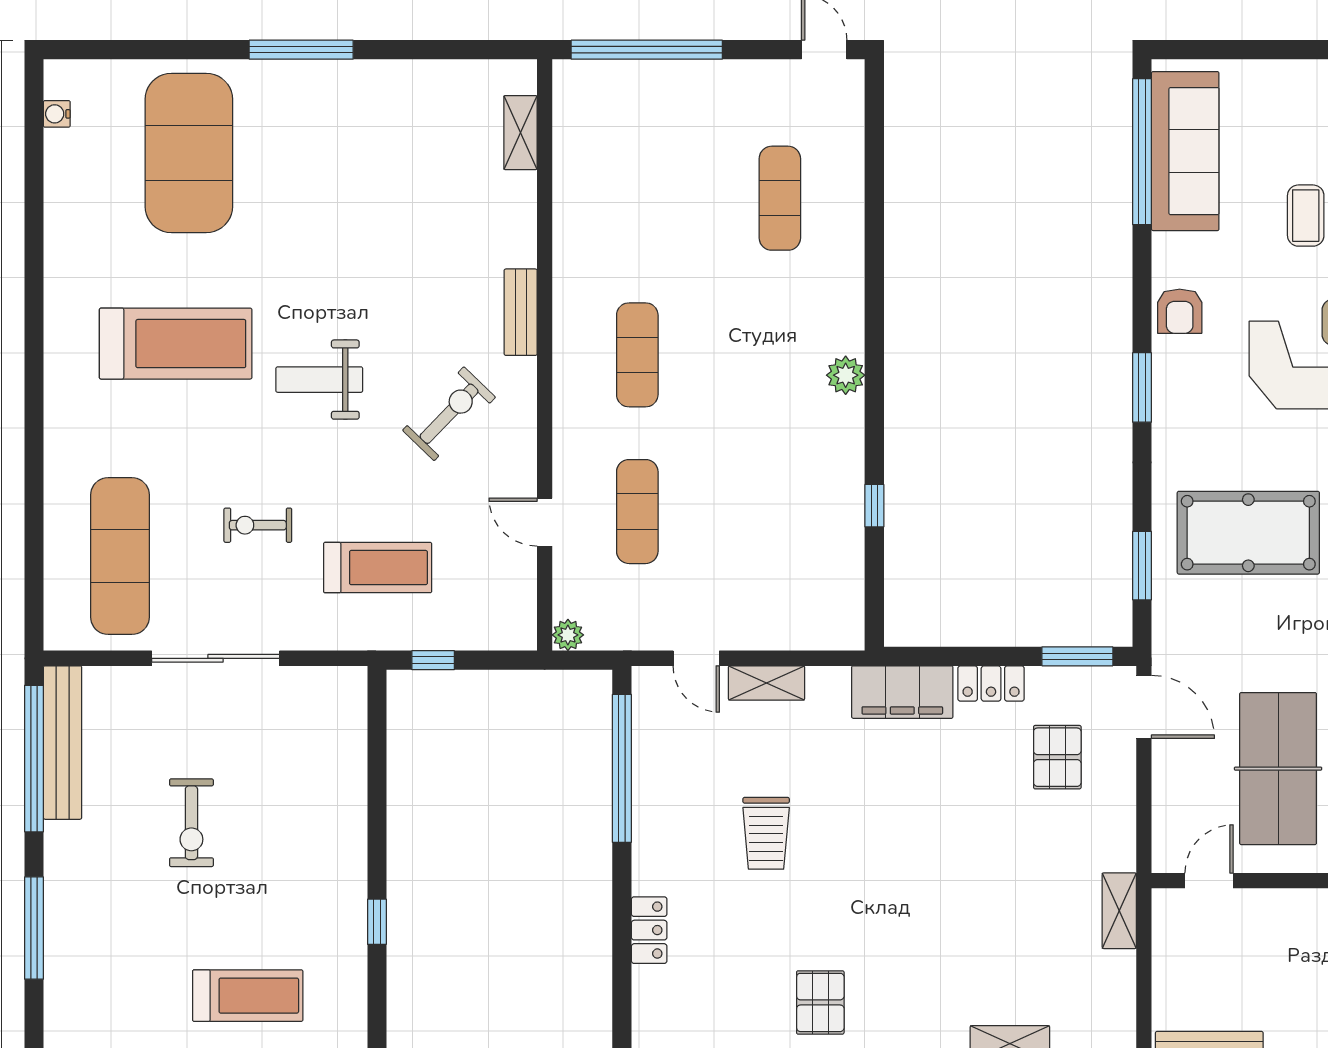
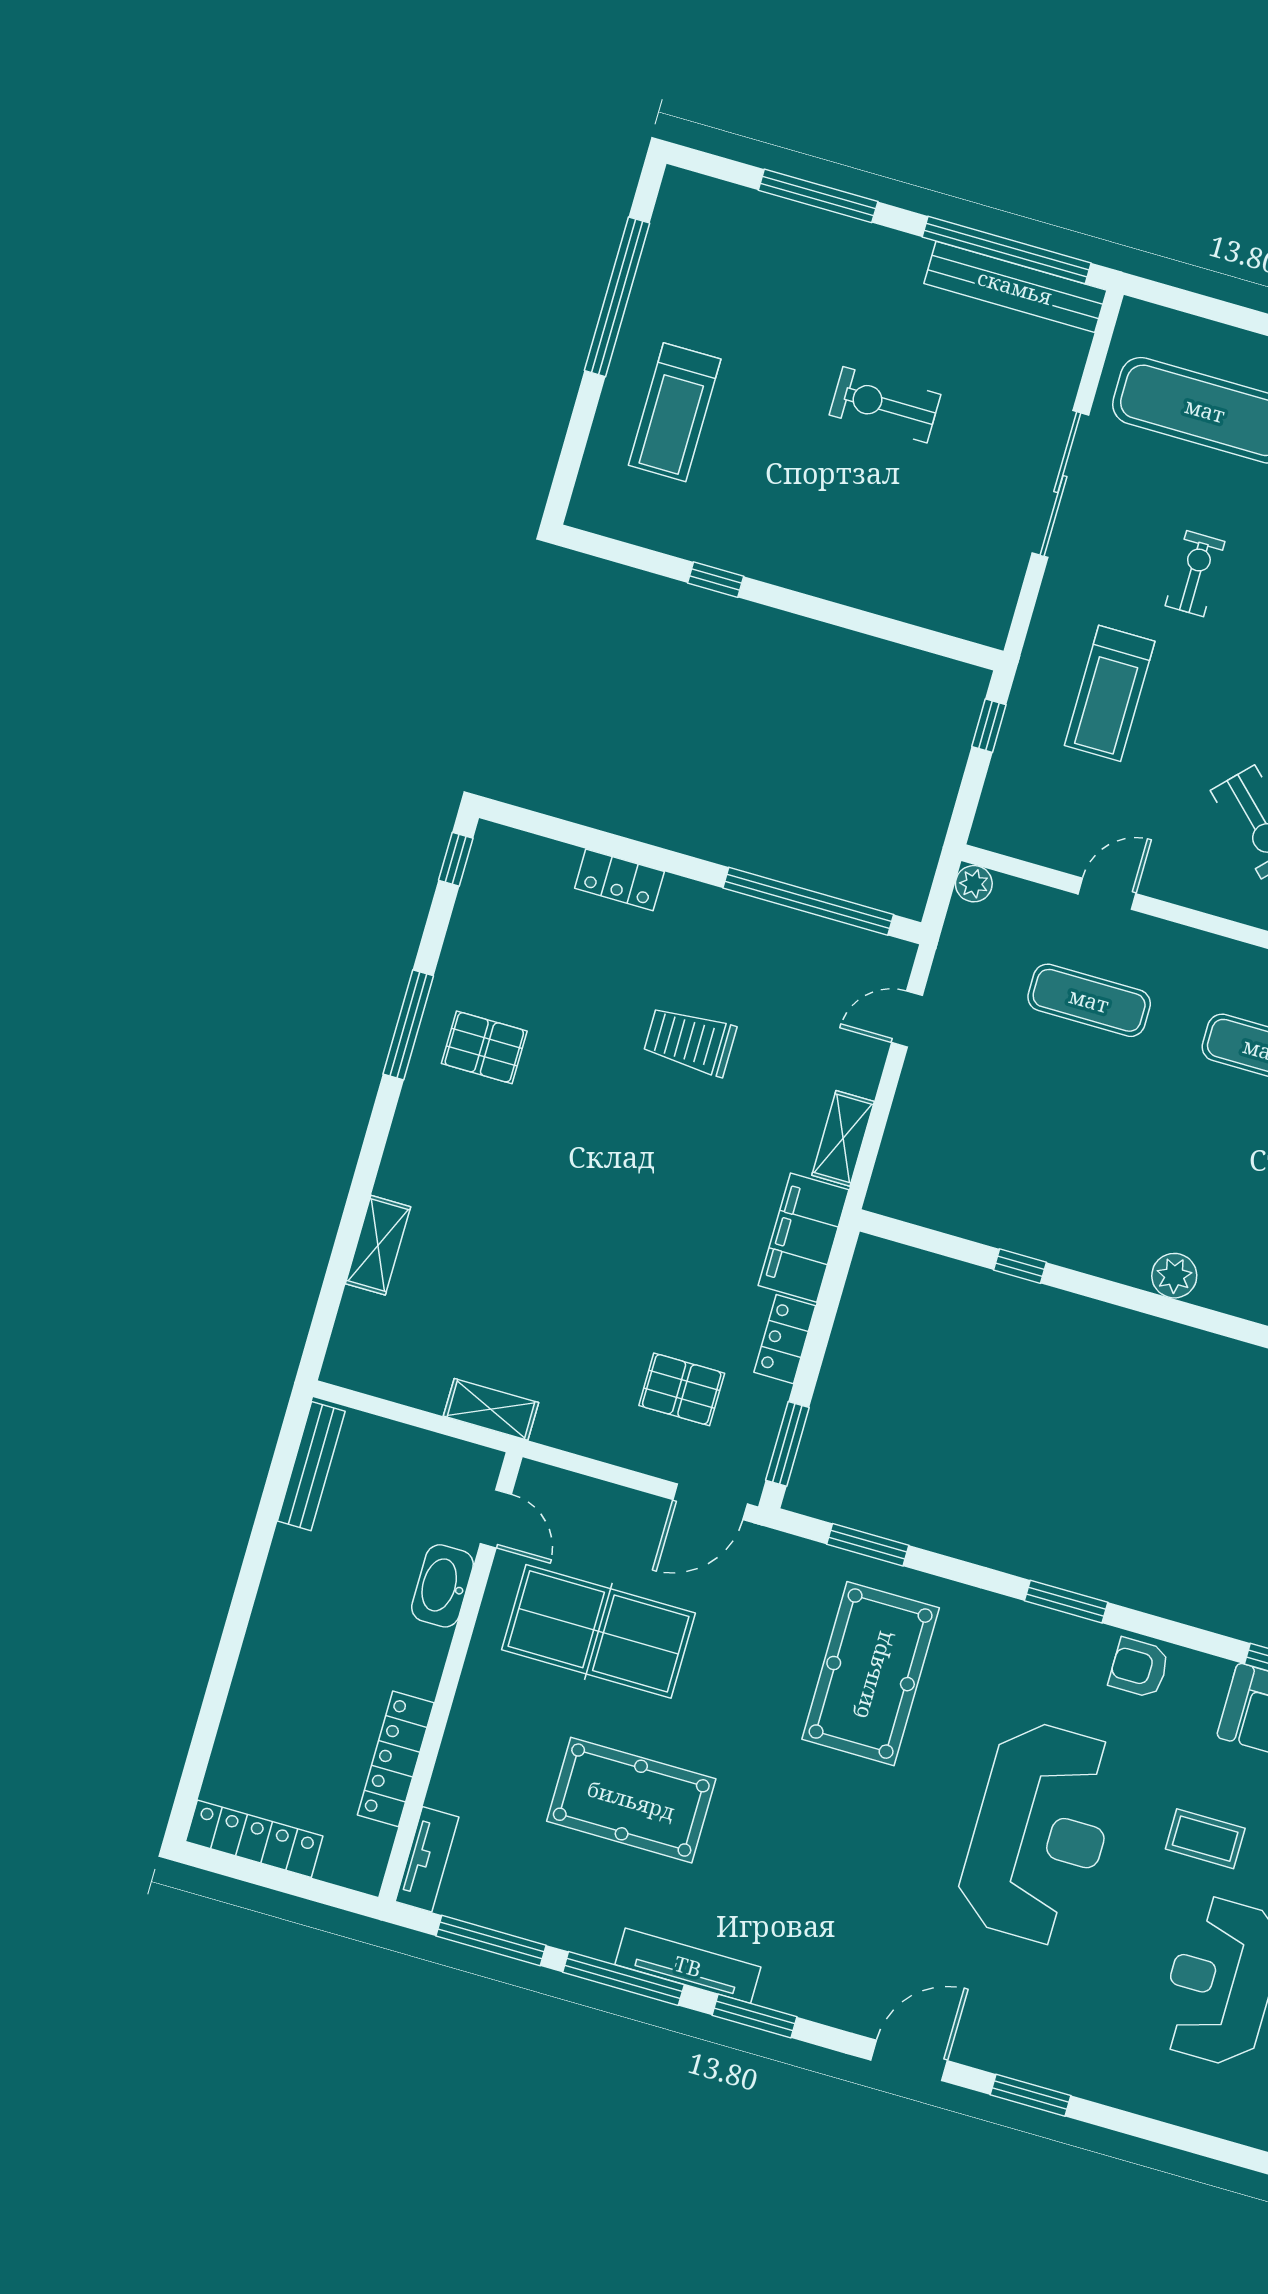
shelving: (767, 683) -> (843, 1138), moved
washbasin: (1277, 909) -> (442, 1586), added

